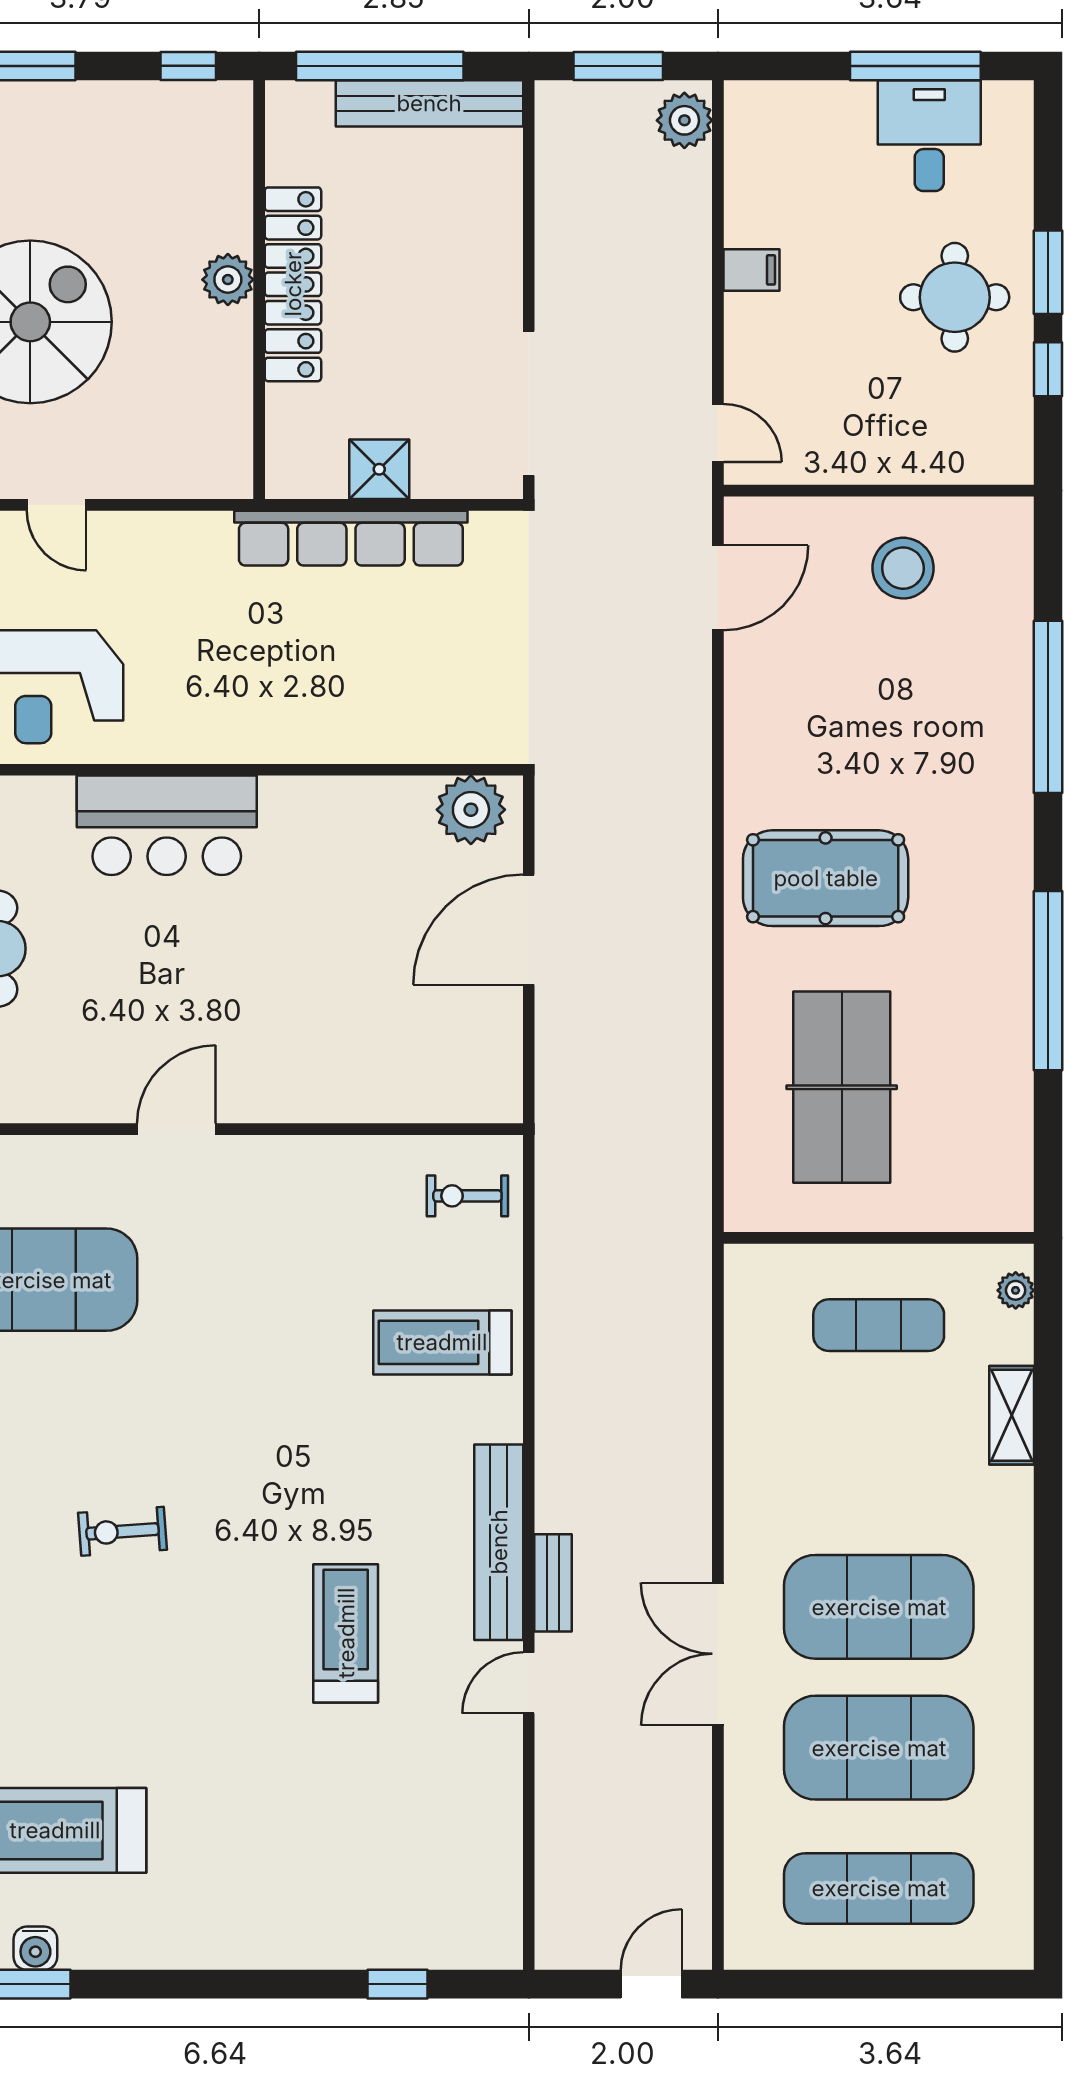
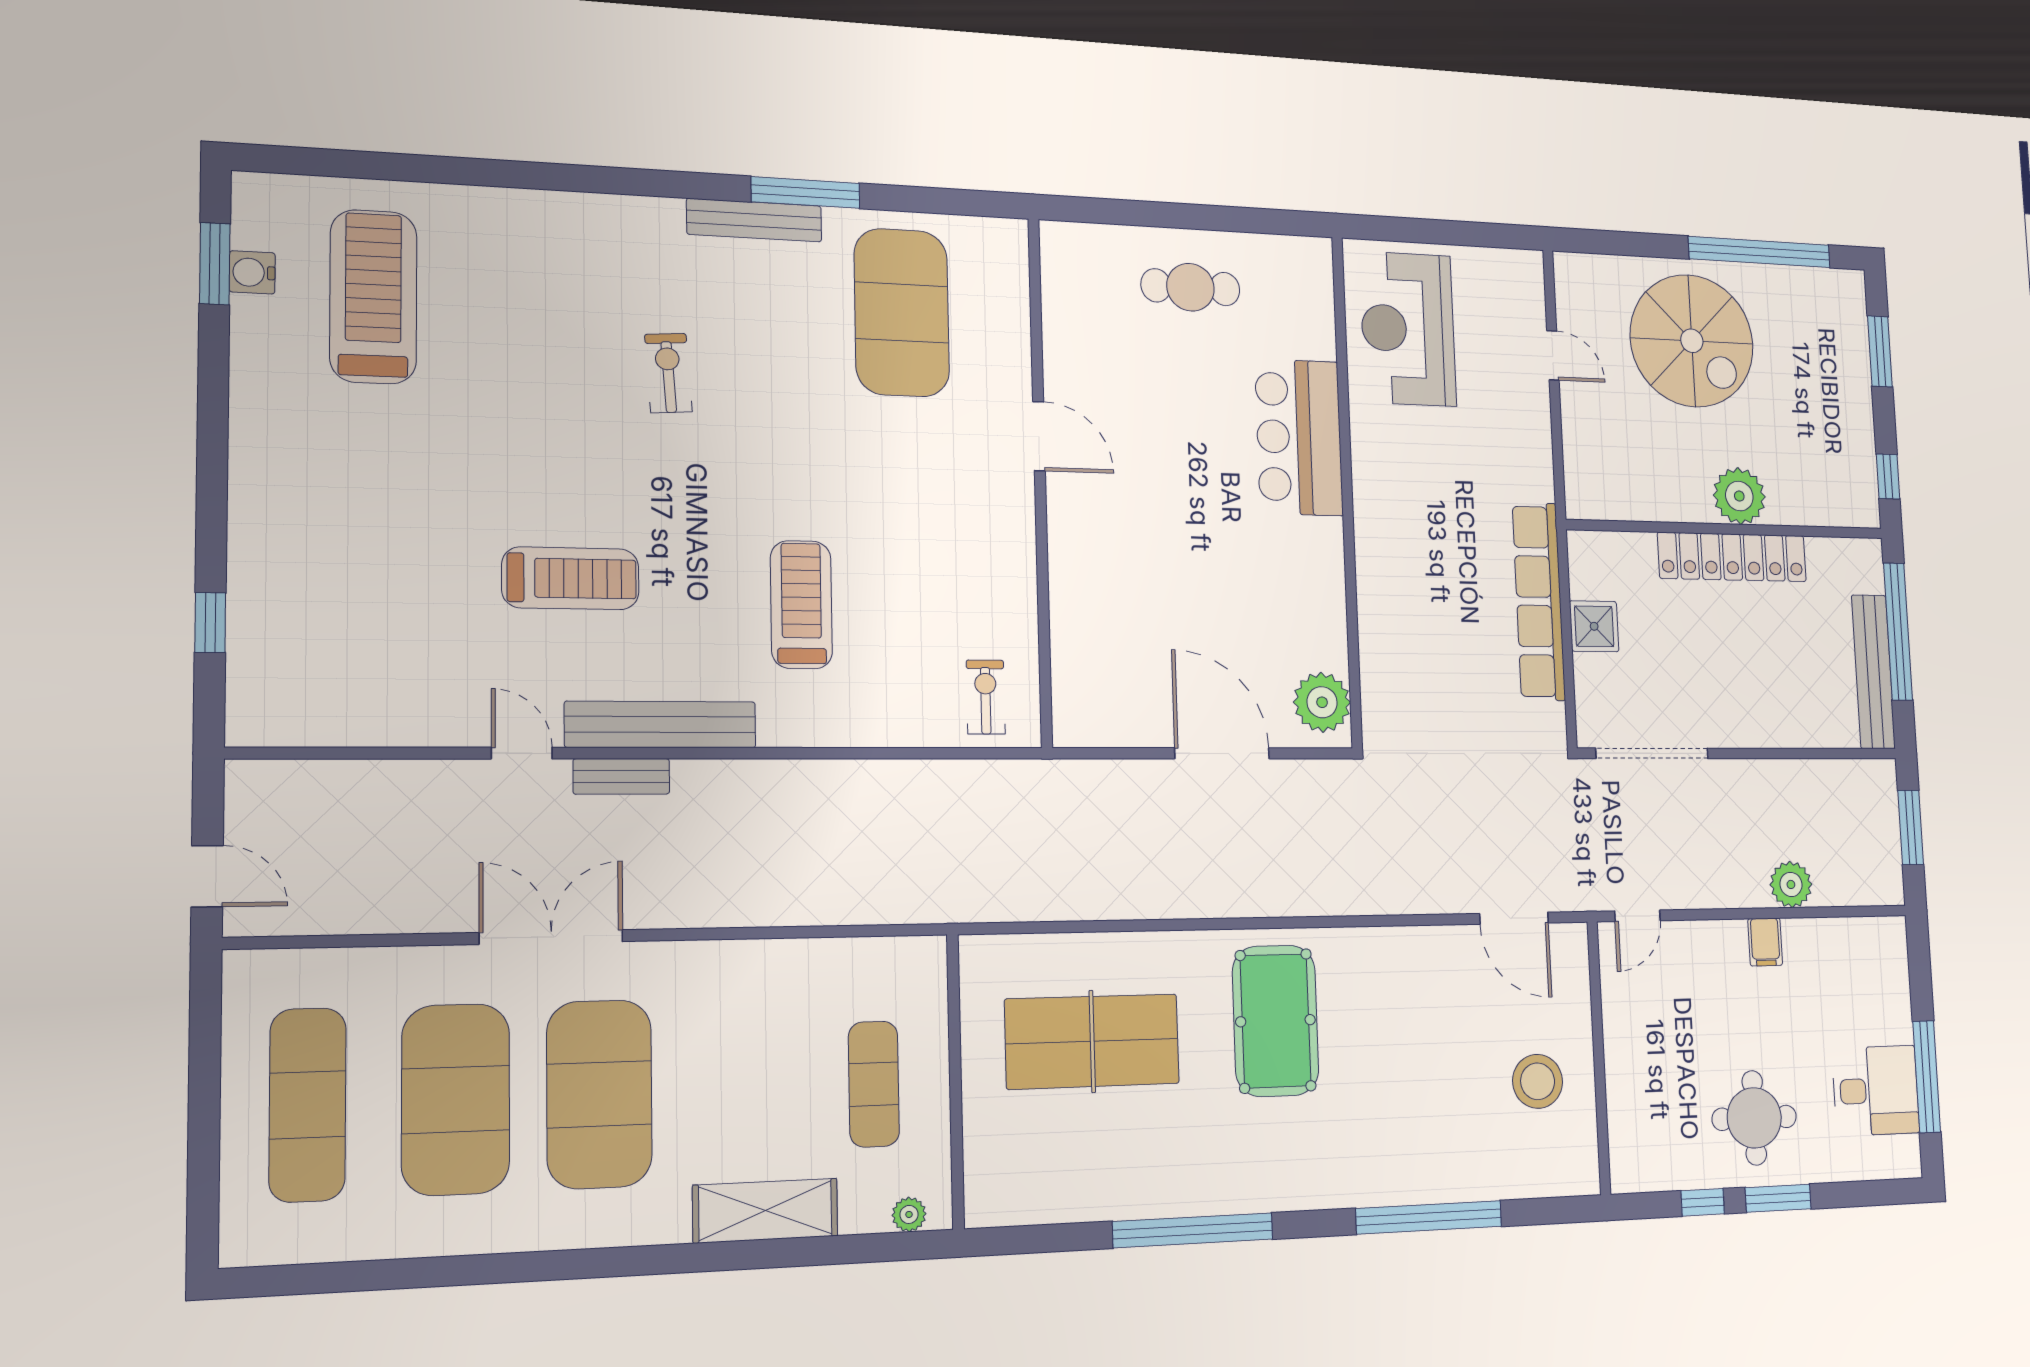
plant: (684, 120) -> (1791, 884), moved
plant: (228, 280) -> (1739, 496), width x1.36, depth x1.36
door: (57, 505) -> (1553, 355), swing flipped
treadmill: (442, 1342) -> (801, 605), moved
shelving: (1012, 1415) -> (765, 1211), width x1.50, depth x1.33

